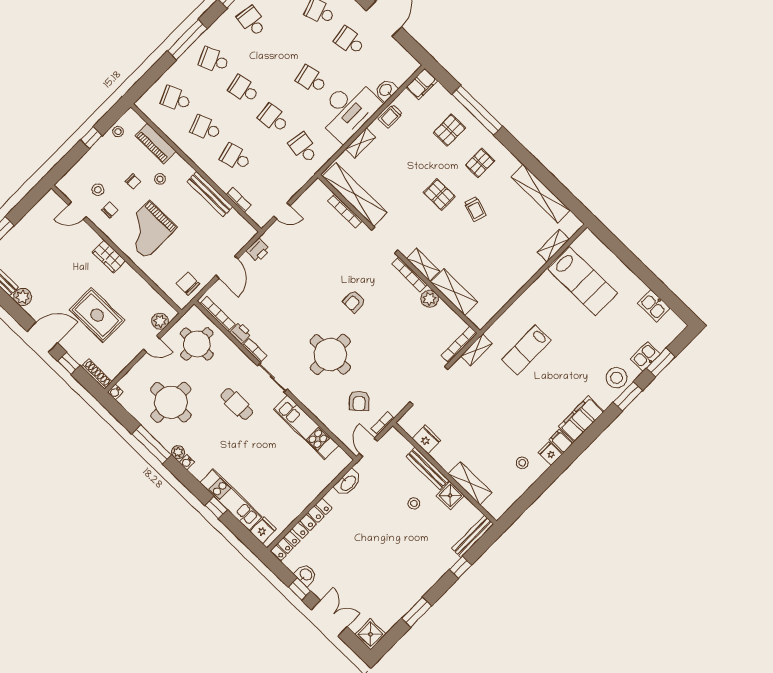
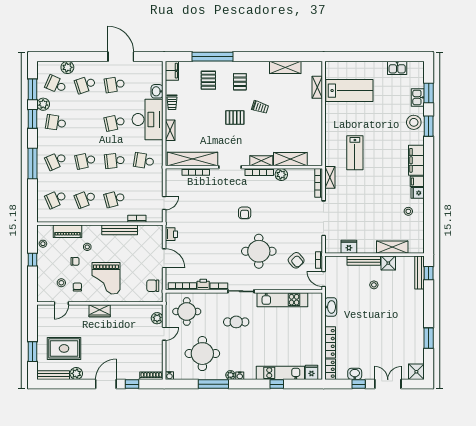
shelving: (540, 194) -> (285, 67), width x0.68
rug: (97, 315) -> (64, 348), moved
window: (461, 567) -> (429, 273), moved

